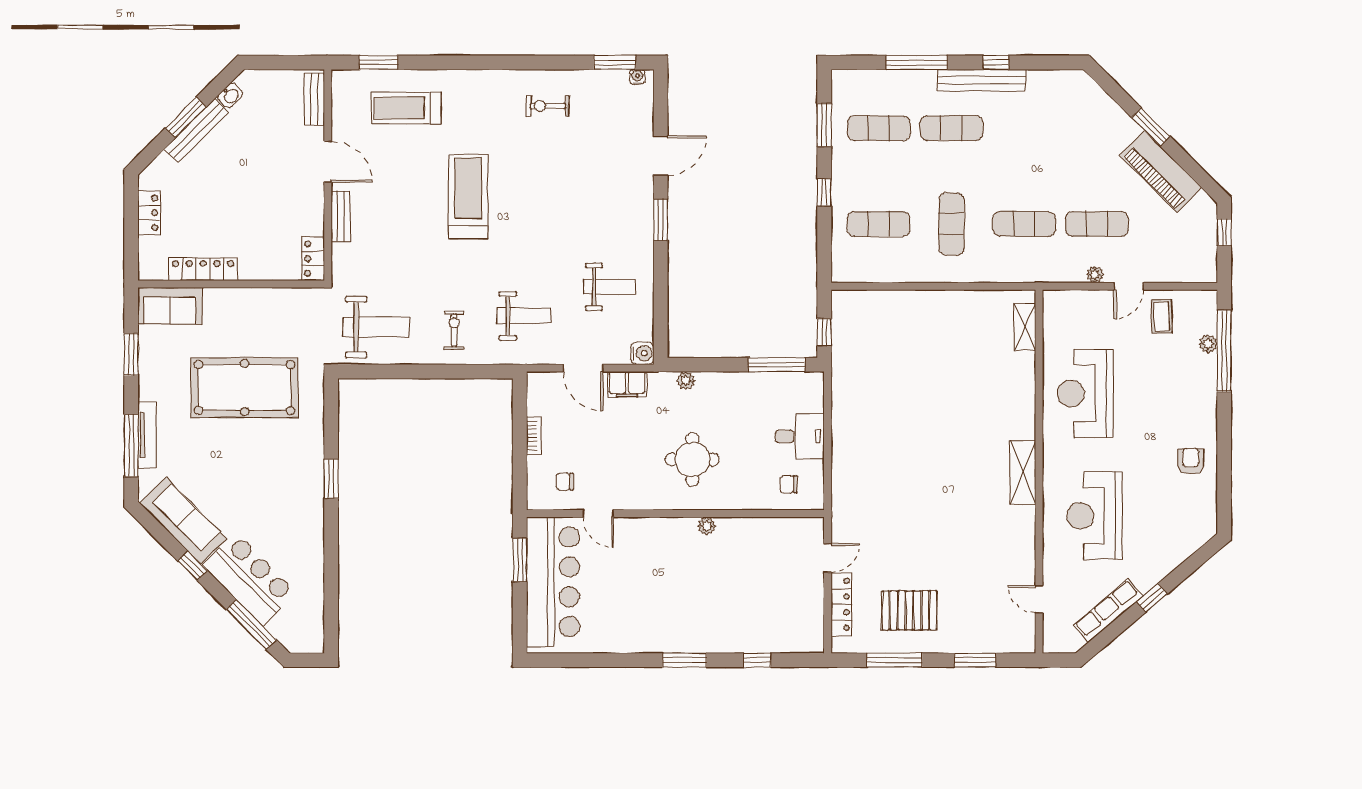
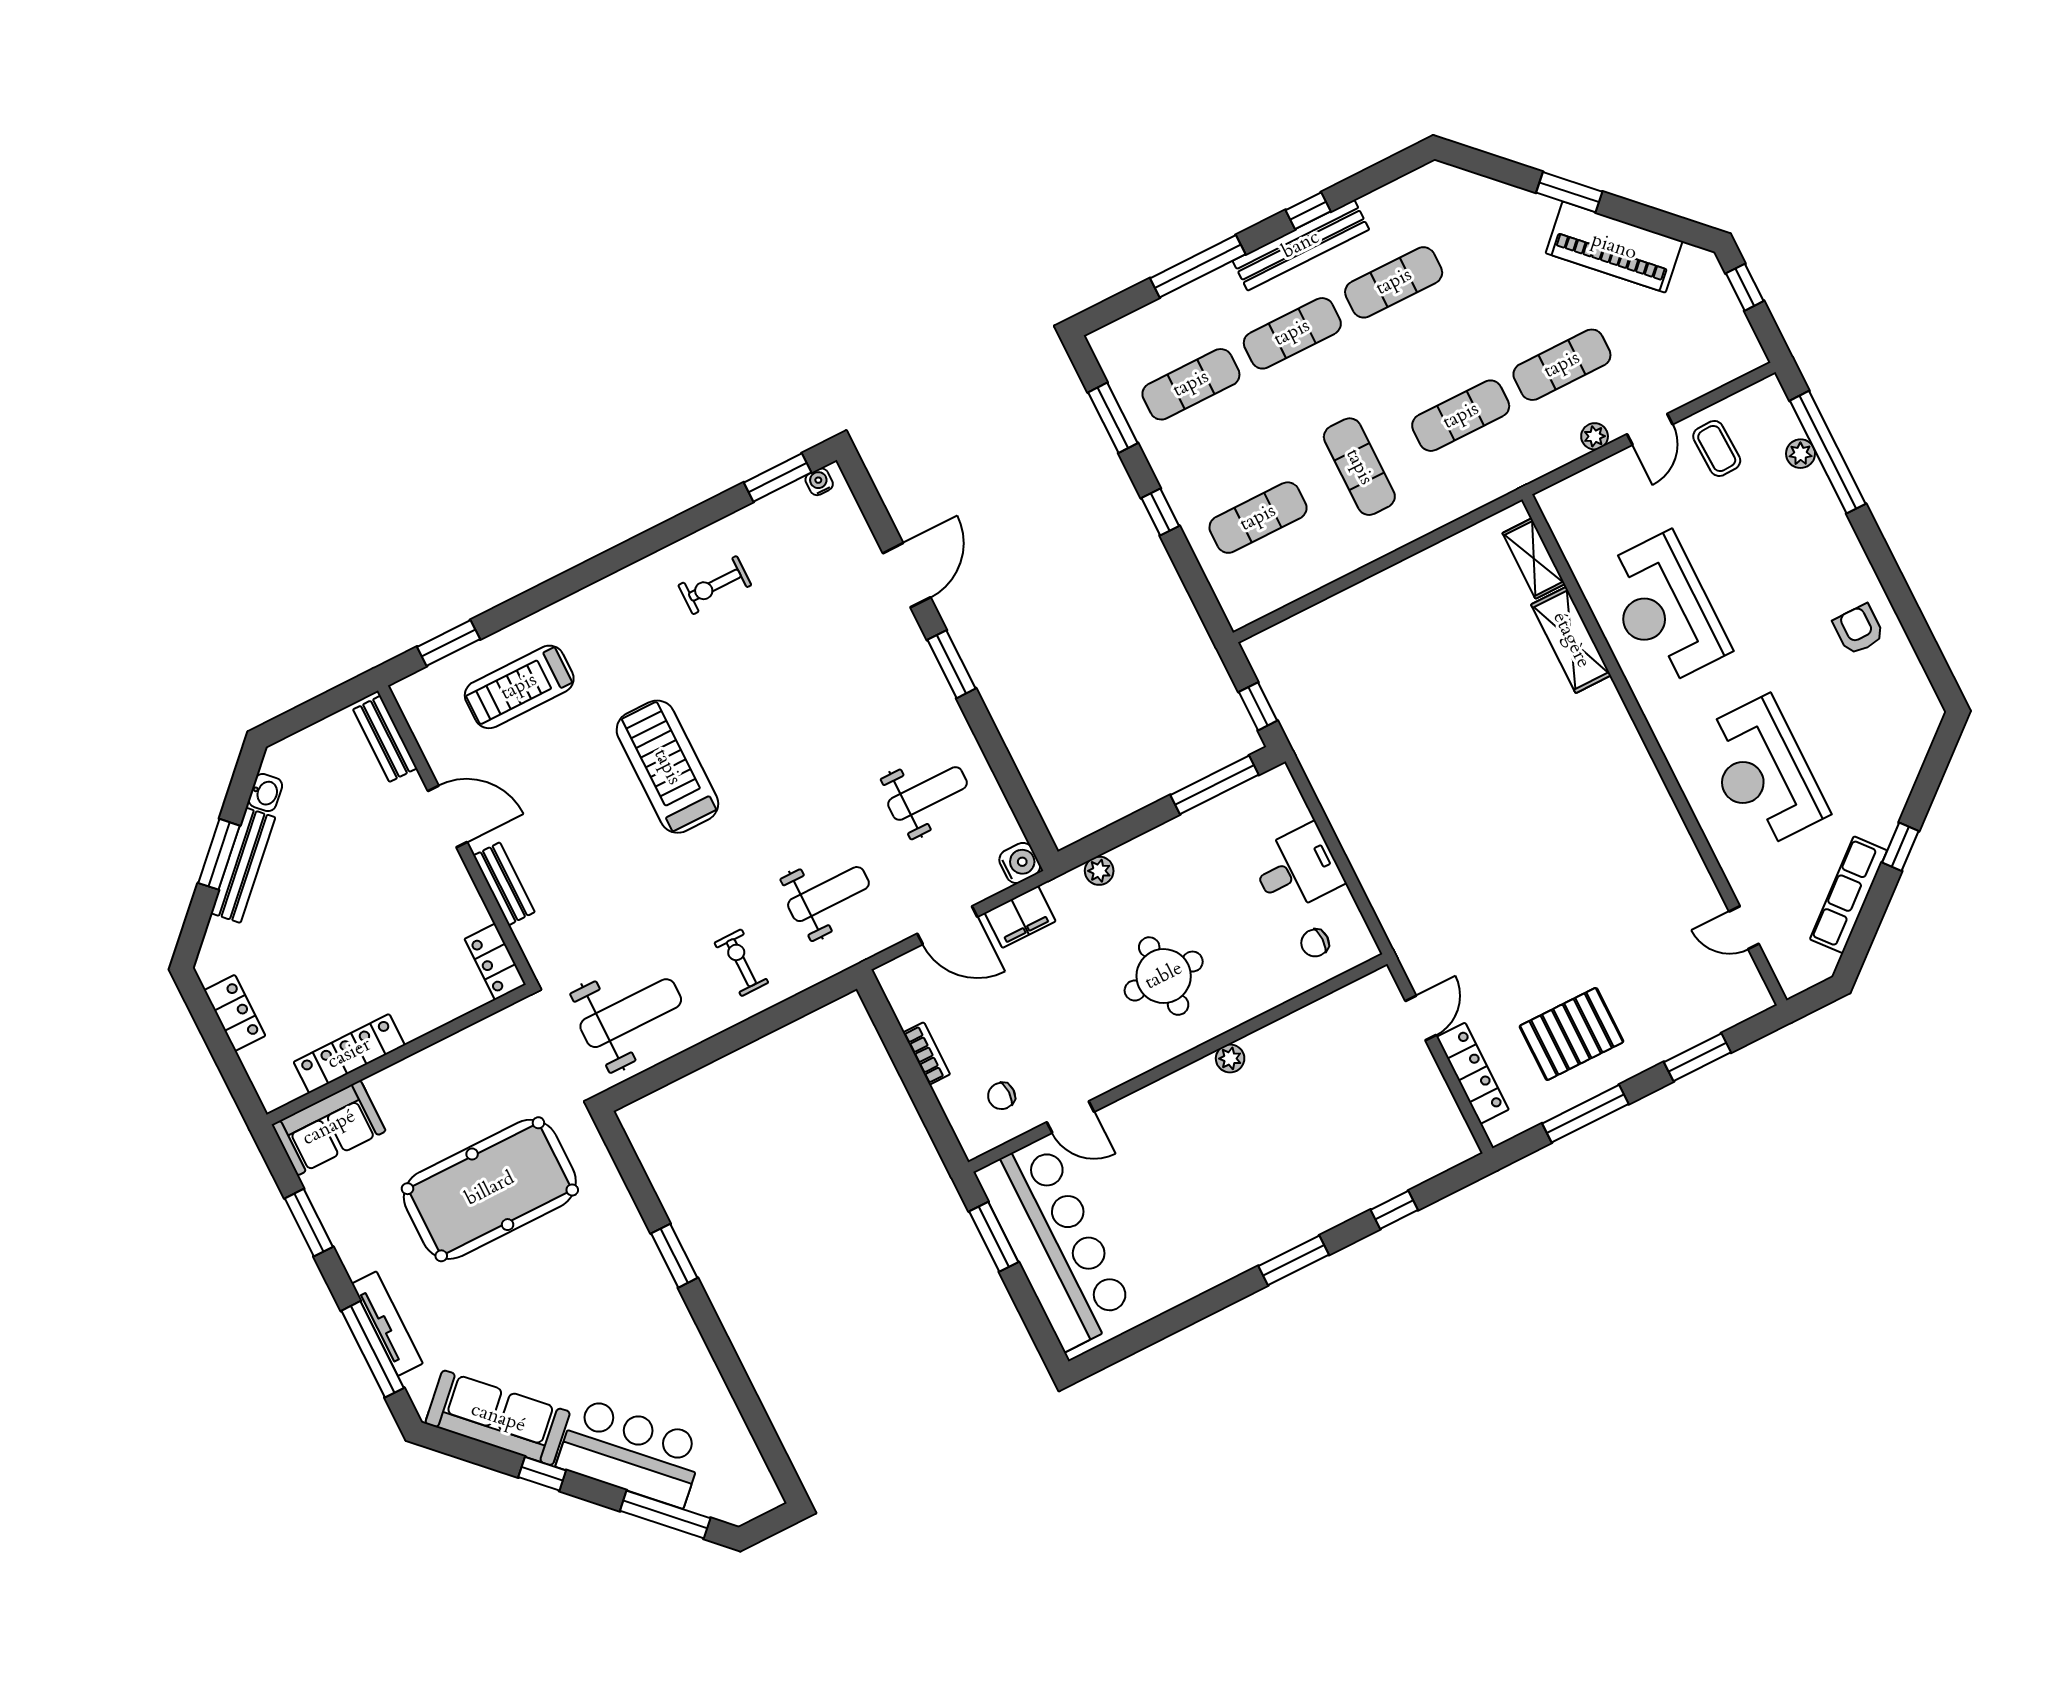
exercise mat: (1024, 128) -> (1394, 282), added
shelving: (1023, 473) -> (1571, 640), moved

